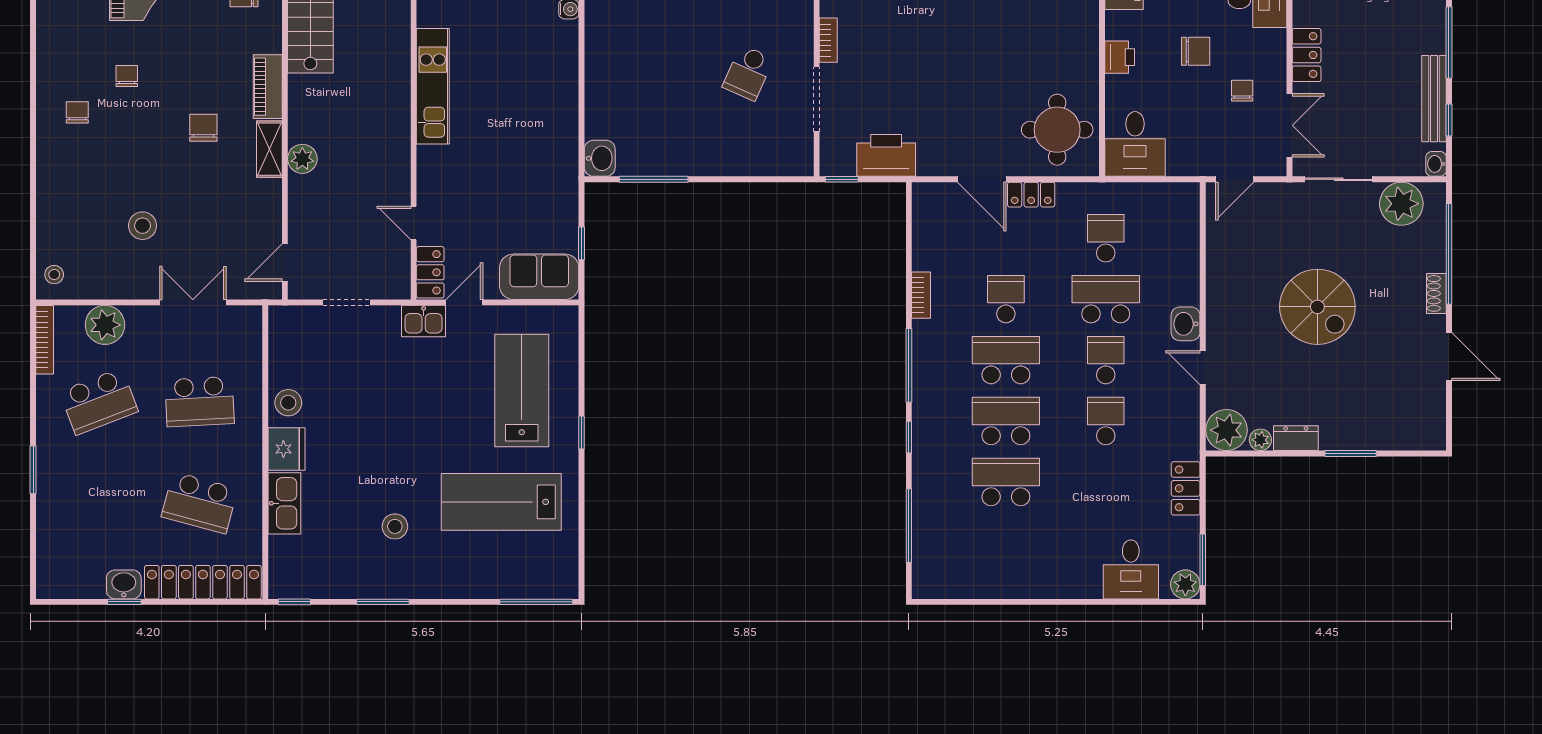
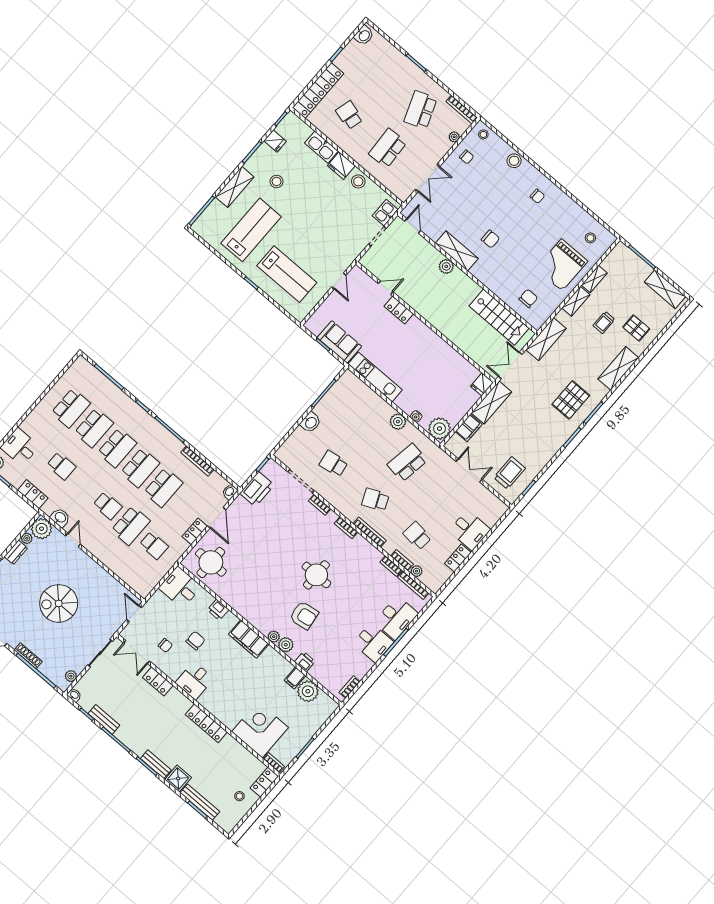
plant: (600, 30) -> (398, 422), added
chair: (1196, 51) -> (195, 641), turned 180
school desk: (748, 73) -> (333, 464), turned -33
chair: (127, 76) -> (466, 157), moved
kitchen unit: (433, 86) -> (375, 377), moved, turned 180
piano: (268, 87) -> (485, 277), removed
bench: (1434, 99) -> (104, 719), width x0.73
shelving: (269, 149) -> (457, 251), width x1.50, depth x1.33
washbasin: (600, 158) -> (311, 422), moved, turned -90
door: (982, 179) -> (217, 518), swing flipped
washbasin: (925, 193) -> (230, 492), added
plant: (1401, 204) -> (71, 676), width x0.53, depth x0.53
stool: (142, 226) -> (514, 161), moved
locker: (430, 272) -> (399, 310), moved
sofa: (539, 277) -> (339, 342), moved, turned -90
shoe rack: (1436, 293) -> (28, 656), width x1.43
bookcase: (921, 295) -> (197, 461), width x1.56
school desk: (1006, 299) -> (163, 488), width x1.85
kitchen sink: (424, 321) -> (385, 213), moved
washbasin: (1186, 324) -> (60, 518), moved
plant: (105, 325) -> (454, 137), width x0.53, depth x0.53
door: (1203, 368) -> (73, 540), hinge flipped
school desk: (1106, 421) -> (61, 466), moved
school desk: (199, 503) -> (349, 115), width x0.54
school desk: (1006, 543) -> (71, 408), added
fridge: (335, 582) -> (275, 141), added
shelving: (458, 583) -> (235, 187), added
washbasin: (124, 584) -> (364, 35), moved

